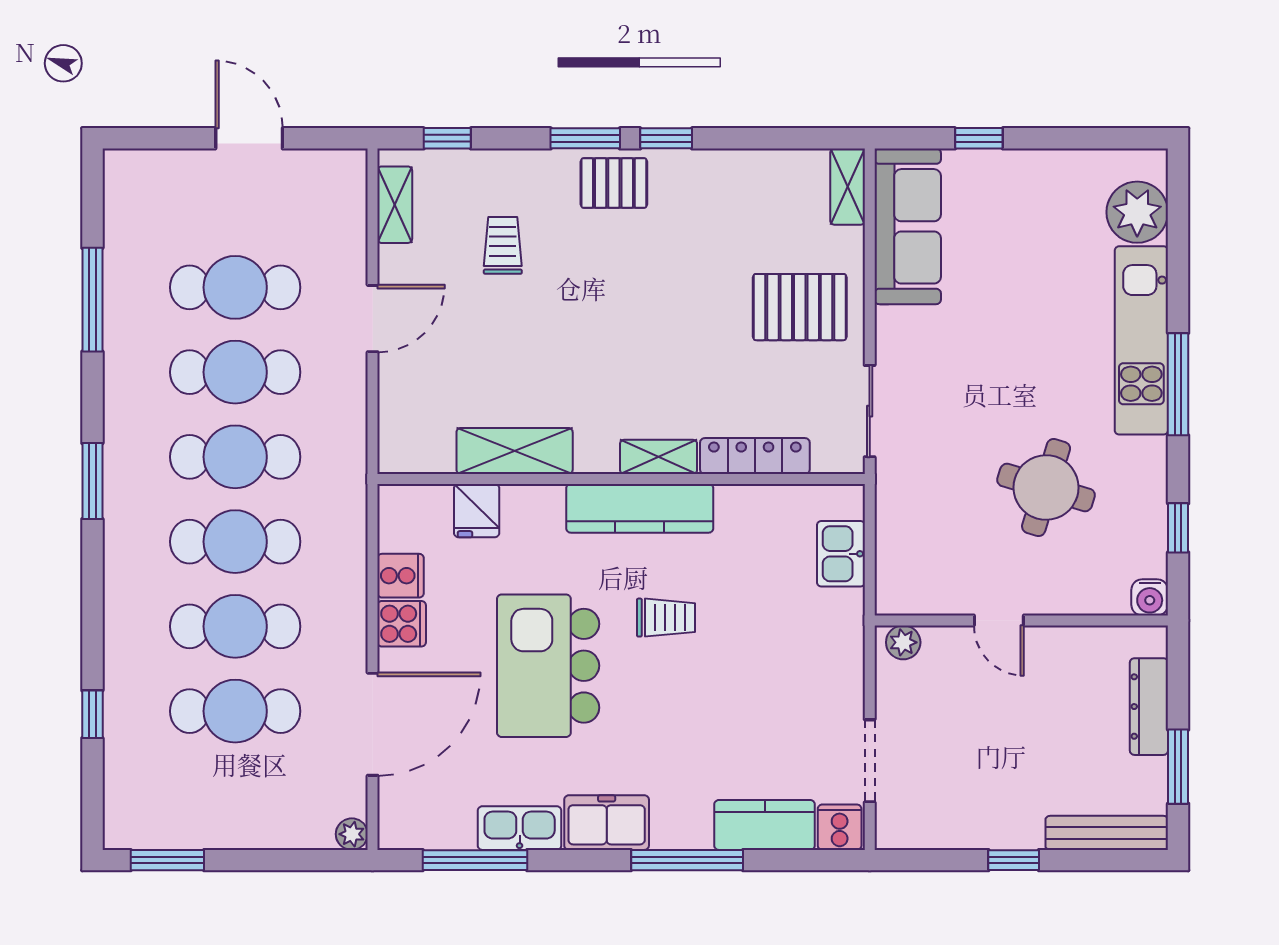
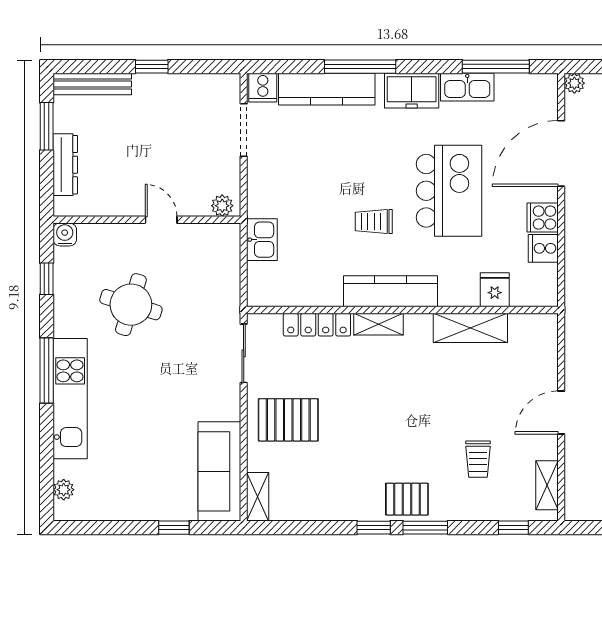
plant: (1137, 212) -> (64, 490), width x0.53, depth x0.53
kitchen sink: (841, 554) -> (262, 240), moved
kitchen counter: (765, 825) -> (327, 89), width x1.50

